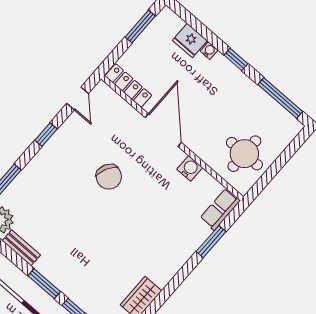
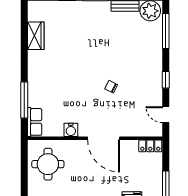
locker: (128, 86) -> (150, 146), width x0.66
chair: (109, 177) -> (111, 87), width x0.54, depth x0.54
window: (211, 242) -> (24, 100), width x1.44

